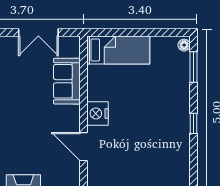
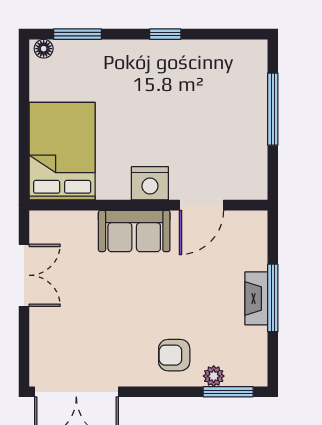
bed: (118, 50) -> (62, 151), width x1.50
sofa: (67, 81) -> (134, 231), moved

